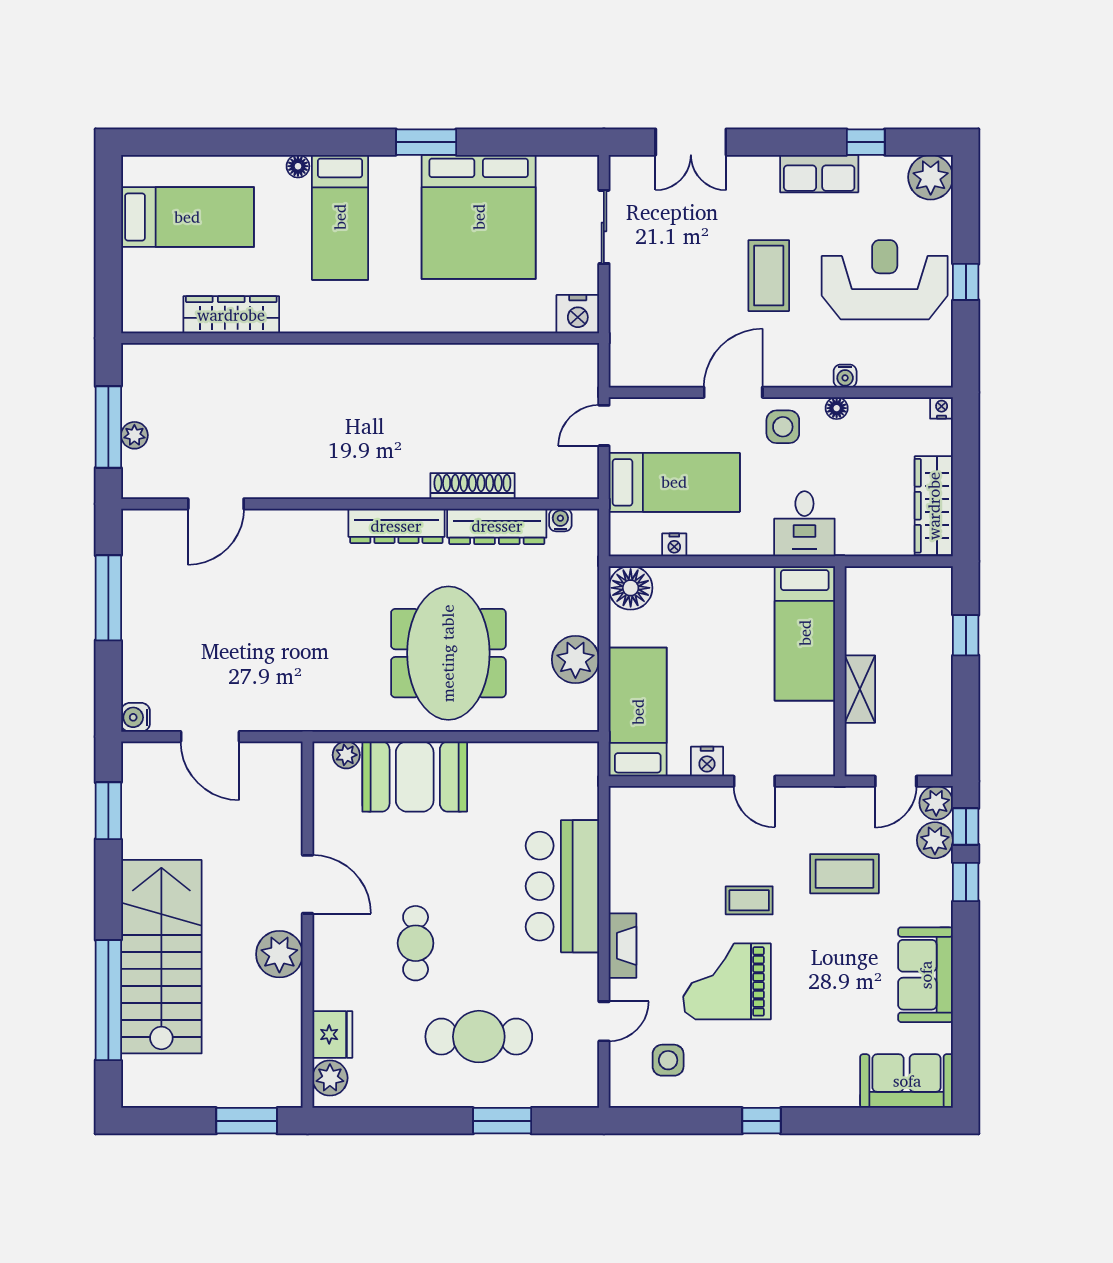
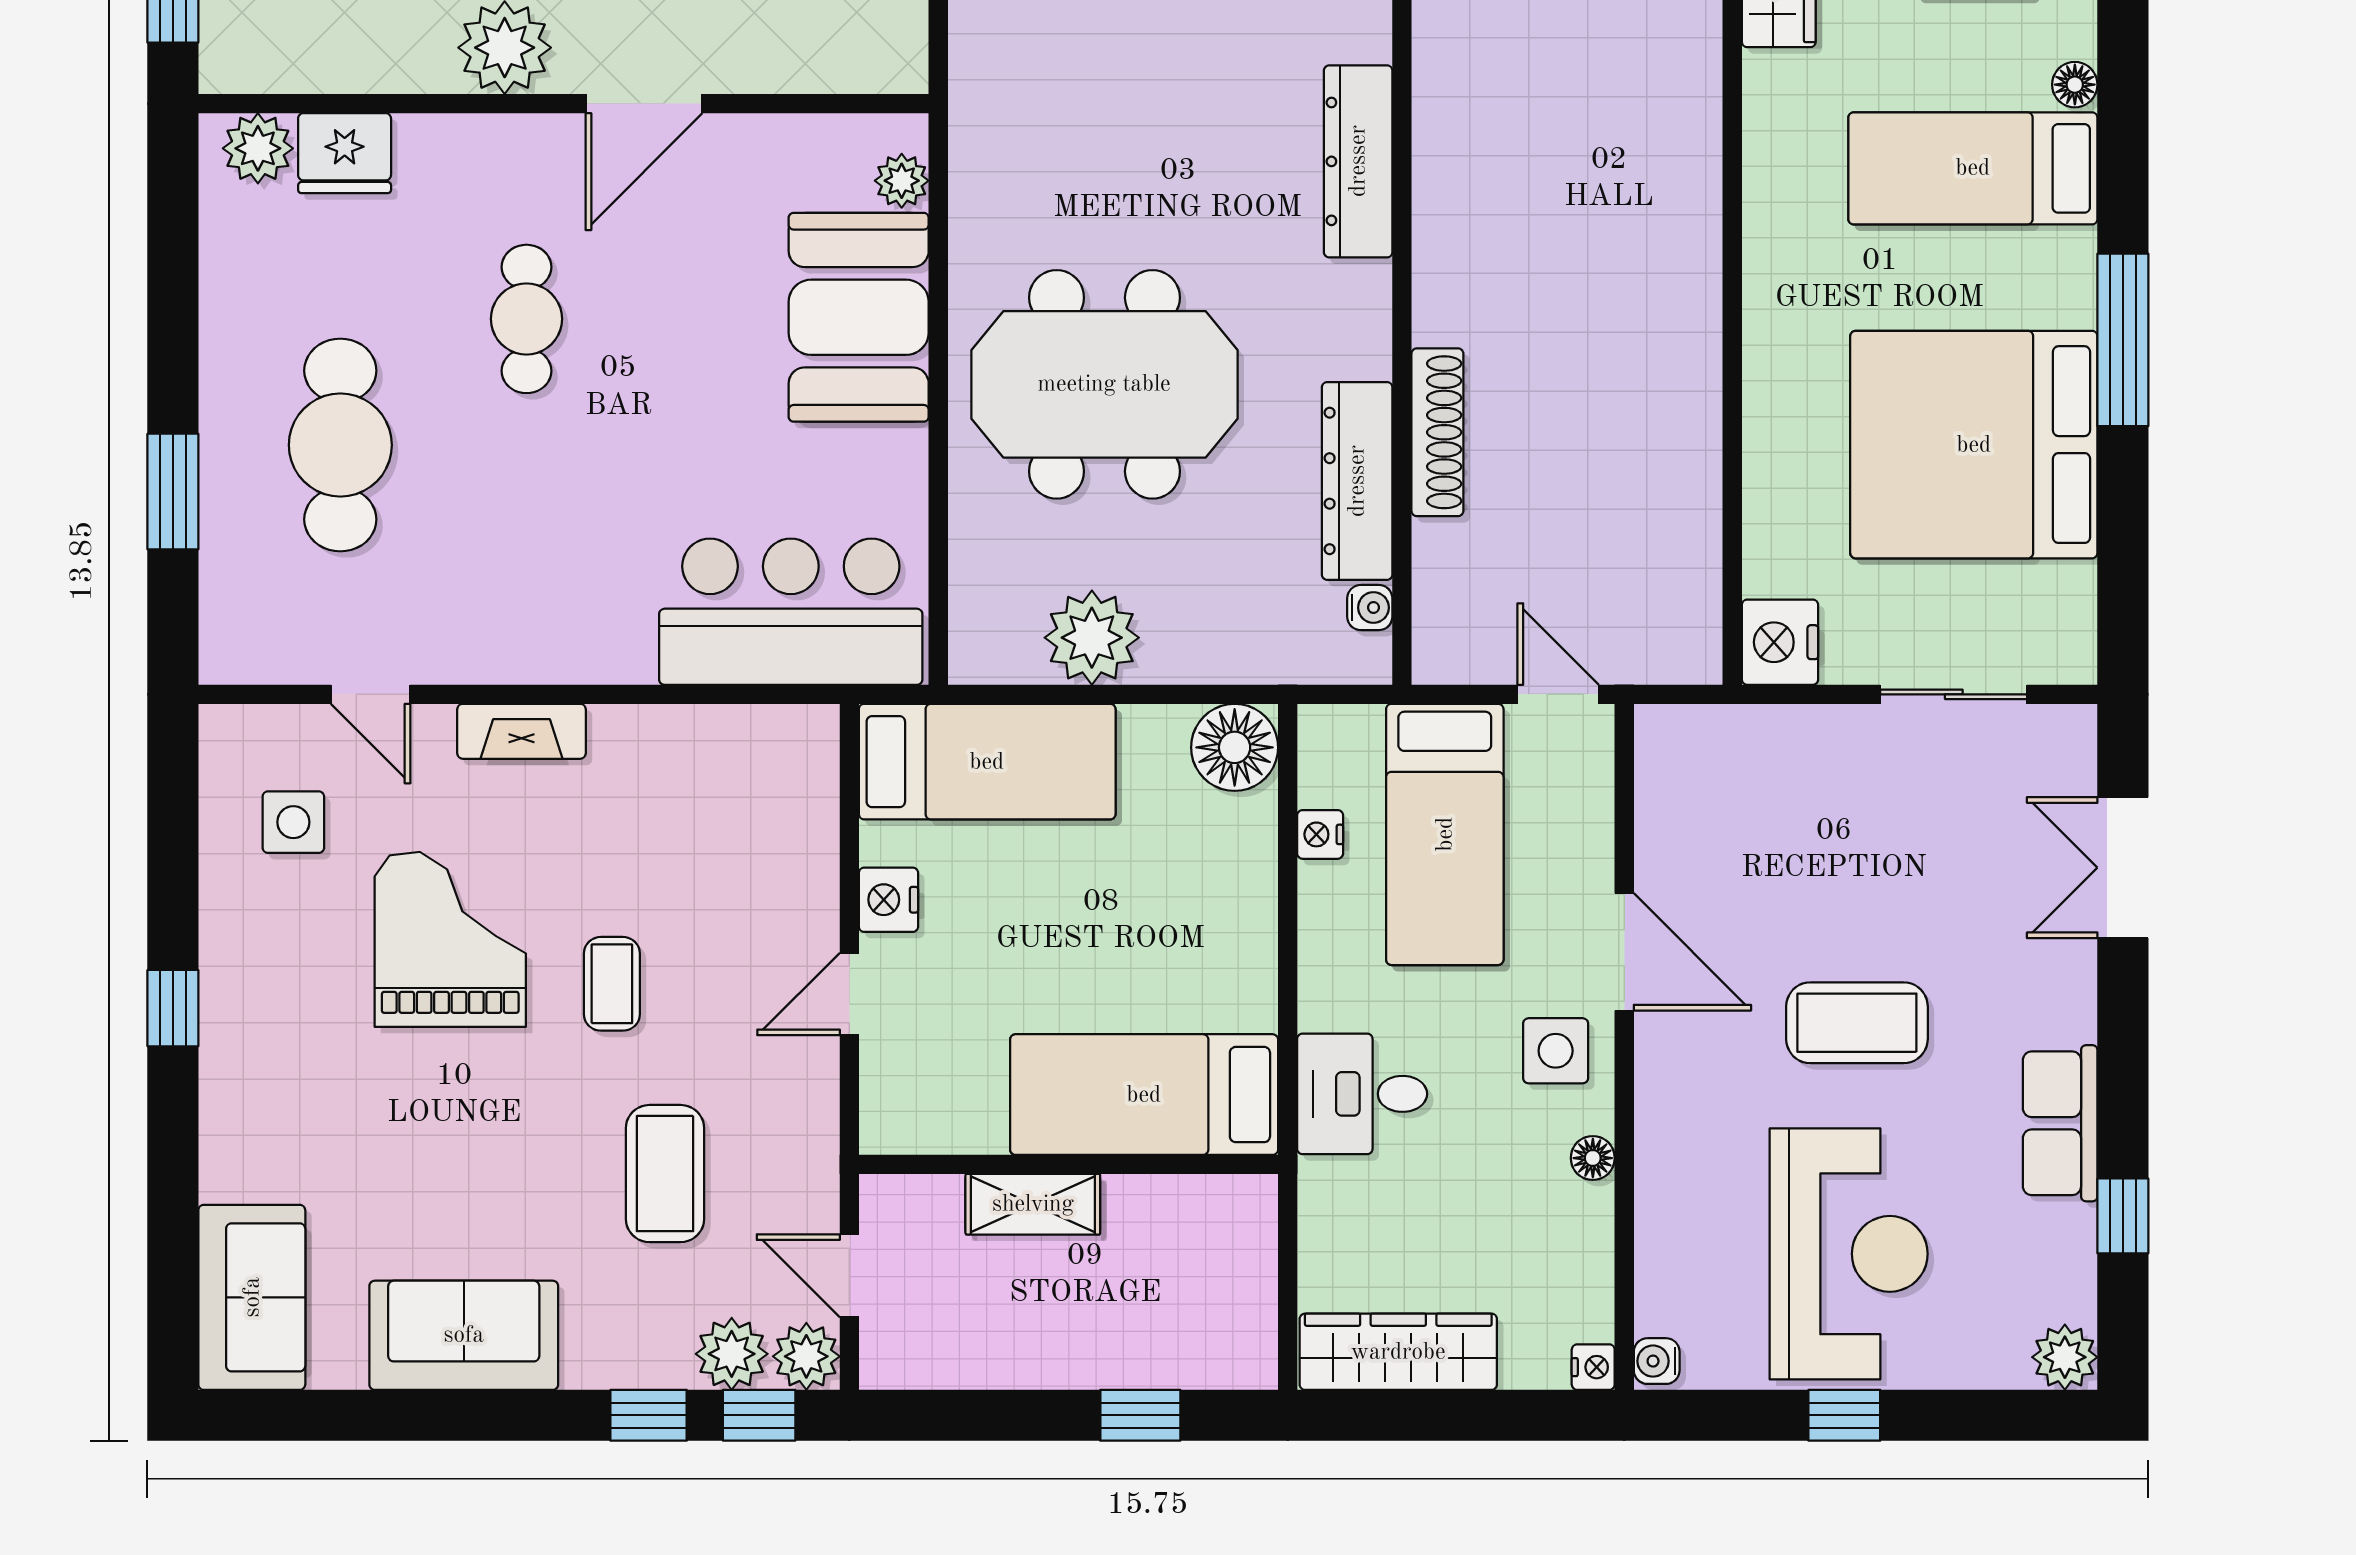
window: (426, 142) -> (2123, 340), width x1.44
plant: (931, 177) -> (2065, 1357), width x0.73, depth x0.73
water cooler: (845, 376) -> (1657, 1361), moved
dresser: (396, 526) -> (1358, 161), moved
bar counter: (562, 886) -> (791, 612), moved
cafe table: (416, 943) -> (526, 319), turned 90

